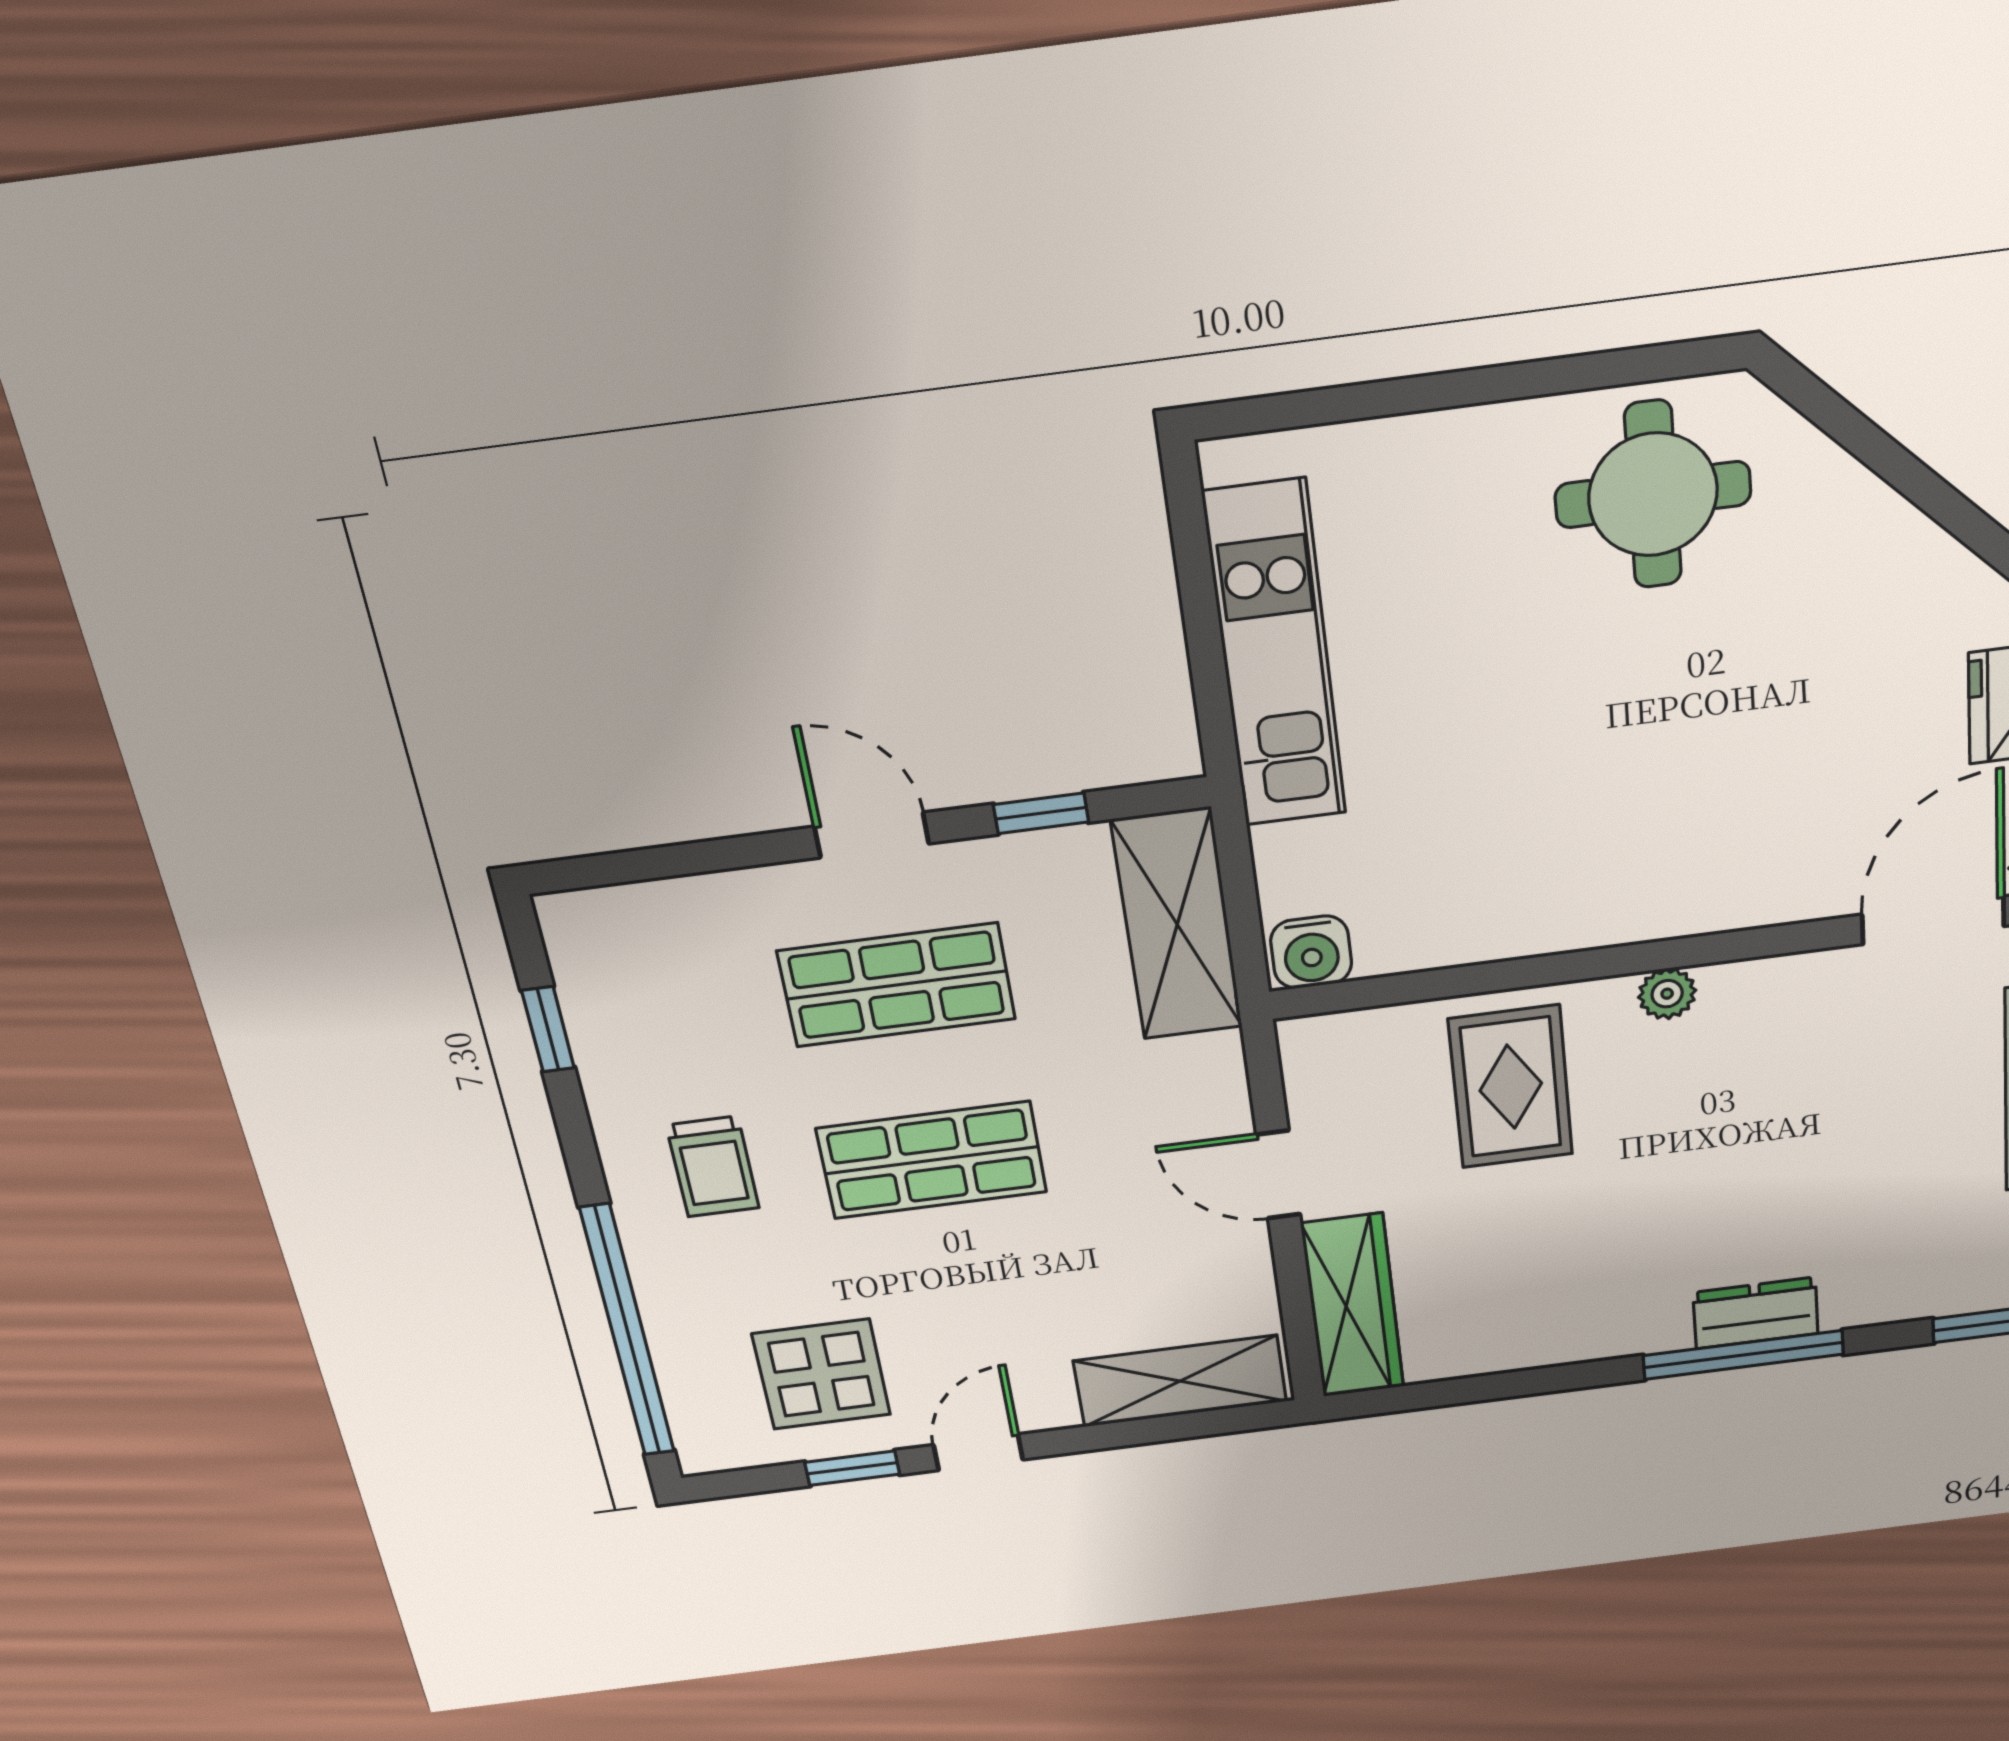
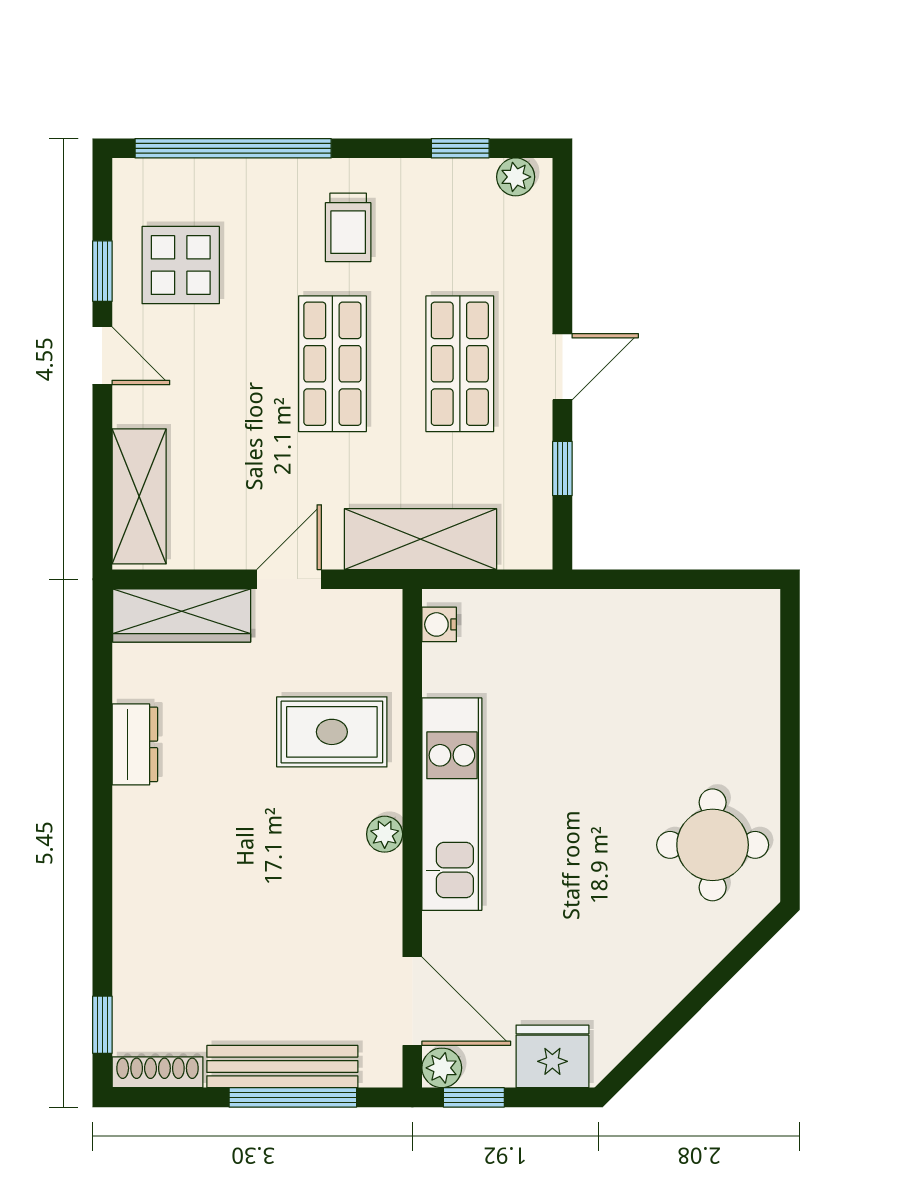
kitchen unit: (1275, 656) -> (452, 804), moved, turned -90
shelving: (1177, 924) -> (420, 539), moved
plant: (574, 944) -> (516, 177), added
water cooler: (1311, 952) -> (439, 624), width x0.72, depth x0.72
trolley: (713, 1167) -> (348, 227), turned -90
dresser: (1756, 1313) -> (135, 744), moved
window: (1743, 1355) -> (102, 869), removed

